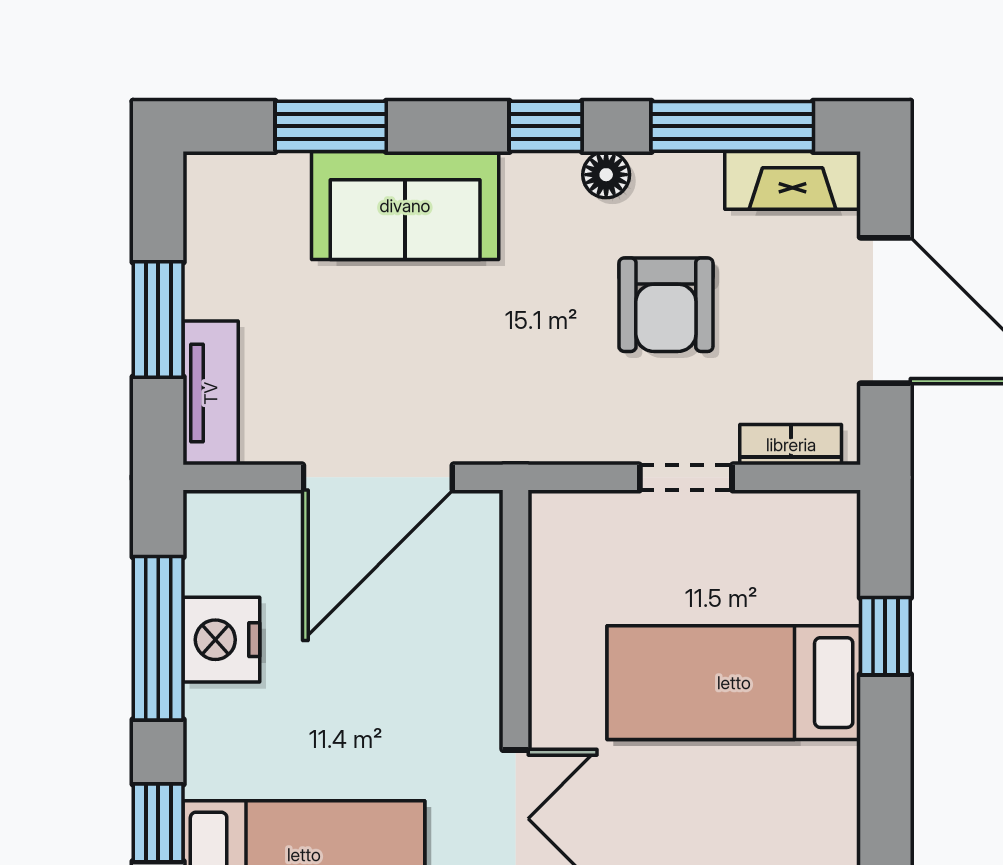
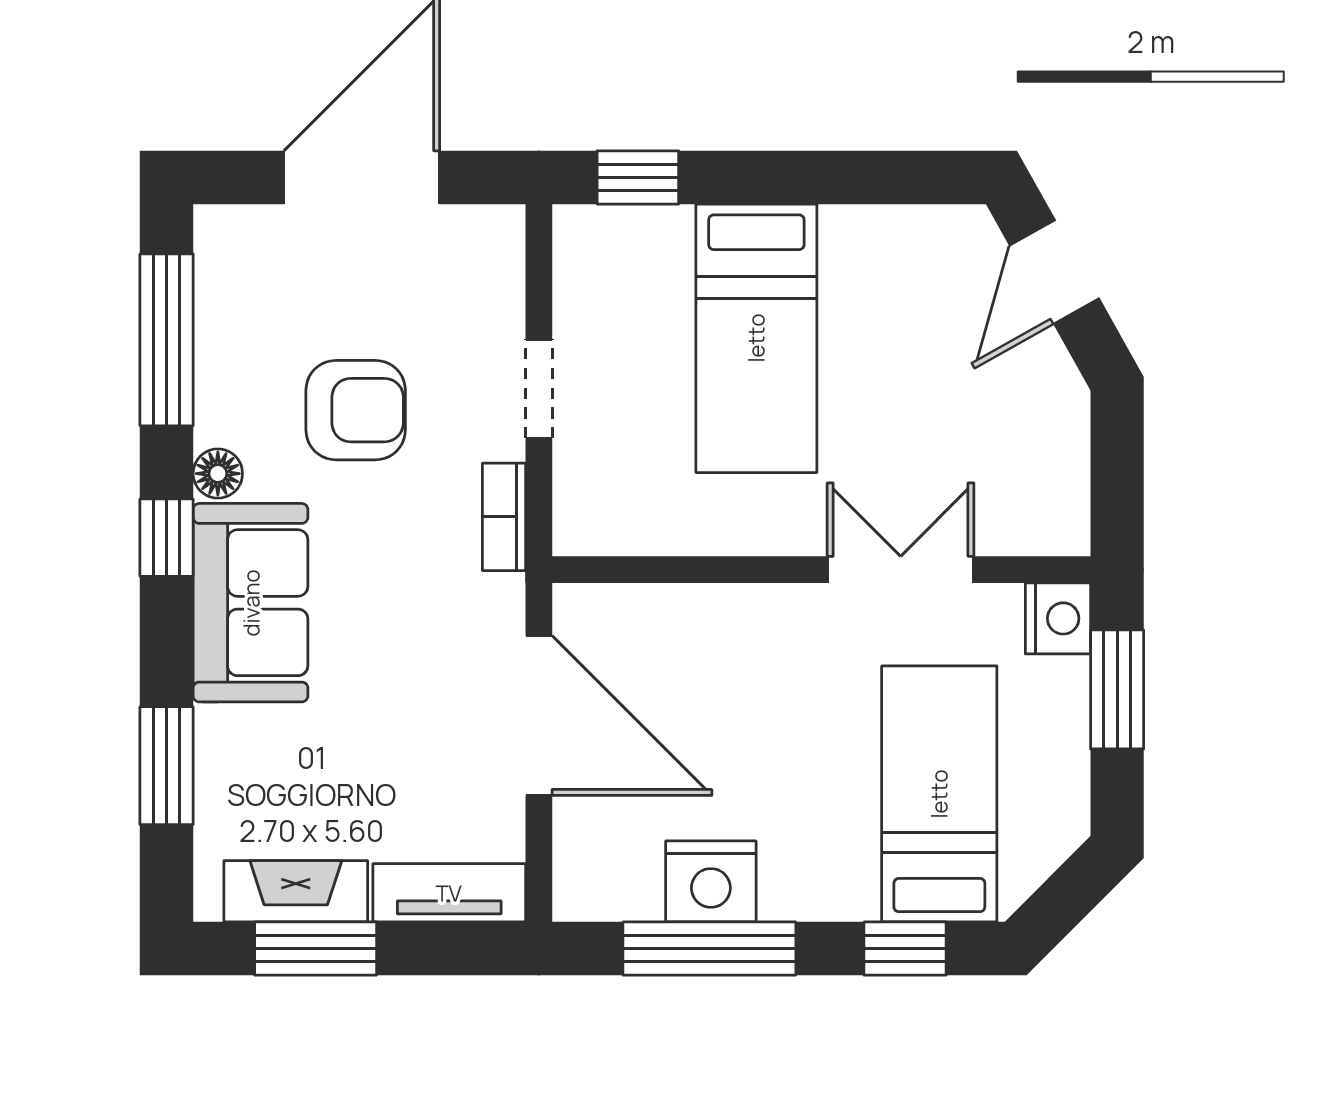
fireplace: (793, 180) -> (296, 891), moved, turned -90
sofa: (405, 206) -> (251, 603), moved
window: (158, 319) -> (316, 949), moved
bookcase: (791, 445) -> (504, 517), moved
window: (885, 636) -> (638, 177), moved

